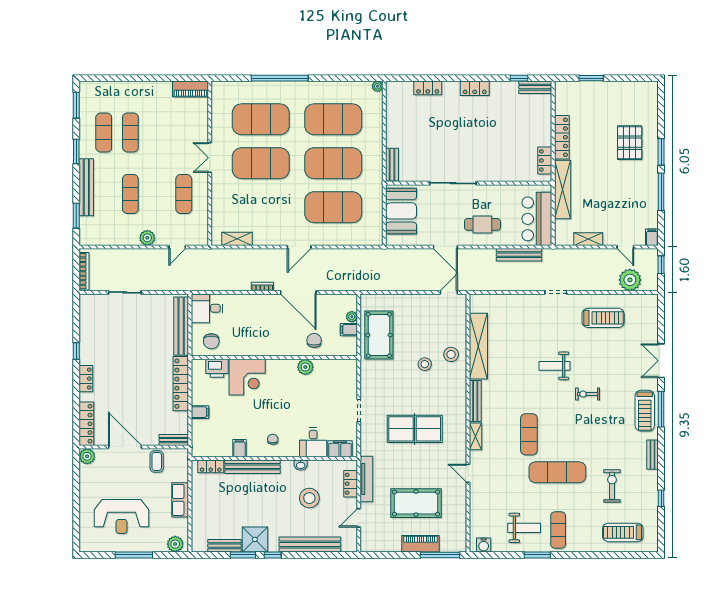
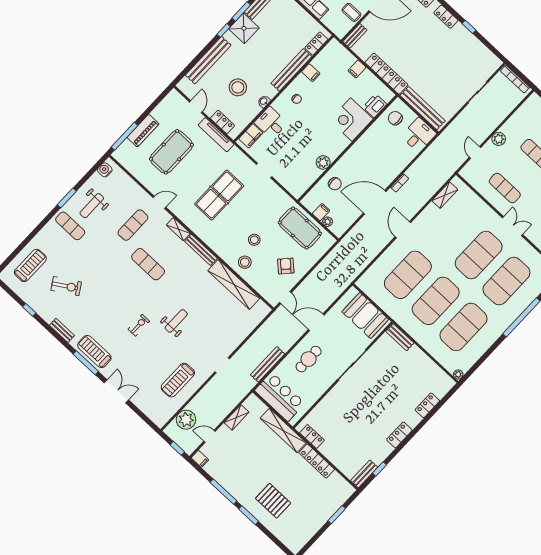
armchair: (422, 317) -> (286, 266), added
exercise mat: (557, 472) -> (133, 225), moved, width x0.73, depth x0.69
exercise bike: (612, 486) -> (66, 286), turned -32

